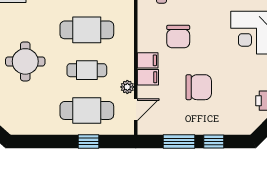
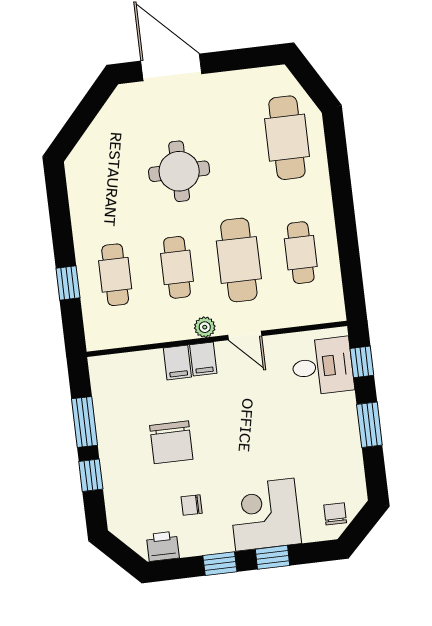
chair: (178, 37) -> (192, 505), moved, width x0.54, depth x0.54
plant: (127, 87) -> (205, 327), moved
cafe table: (87, 110) -> (115, 275), width x0.73, depth x0.74
door: (136, 110) -> (245, 336), moved

